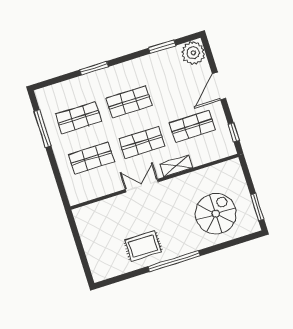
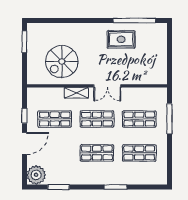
window: (42, 129) -> (169, 119), moved
window: (234, 132) -> (24, 116), moved
spiral stairs: (216, 214) -> (62, 62), moved
window: (174, 261) -> (134, 21), moved

